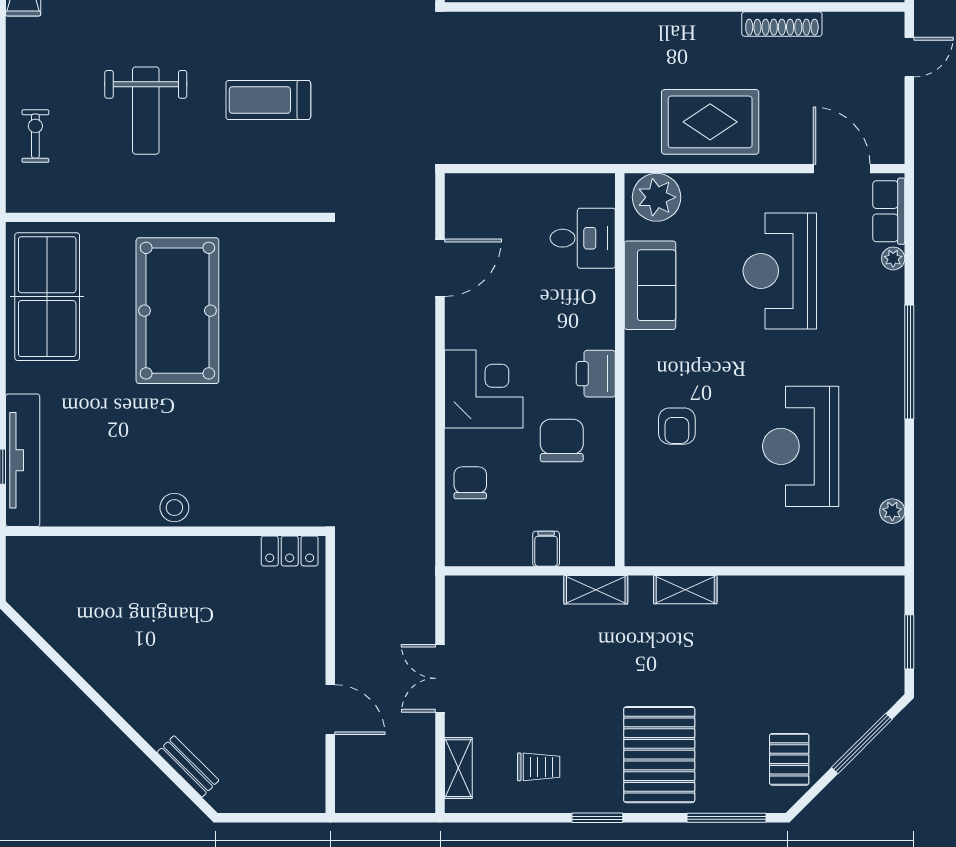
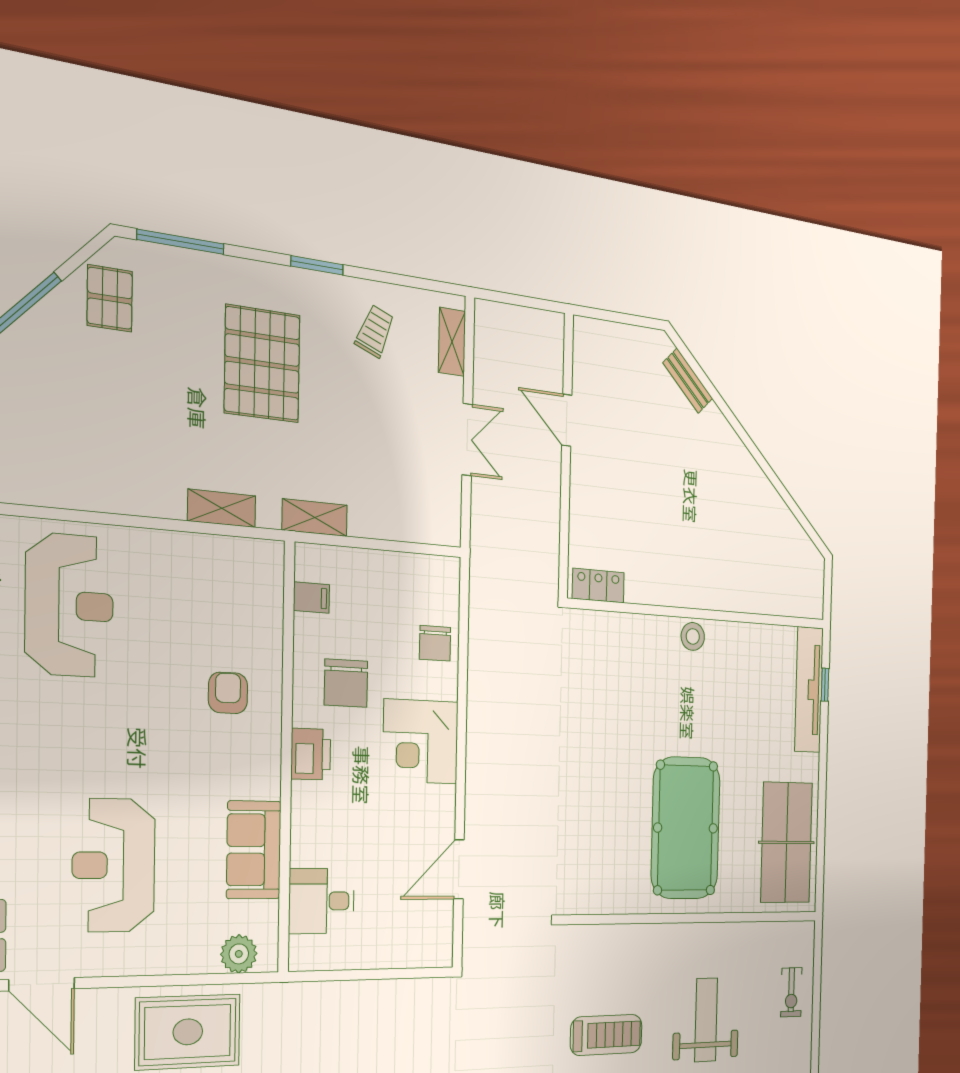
plant: (657, 197) -> (239, 954), width x0.73, depth x0.73
reception desk: (780, 271) -> (114, 865), turned 180
reception desk: (801, 446) -> (69, 605), moved
filing cabinet: (546, 549) -> (311, 598), moved, turned -90
pallet: (659, 755) -> (262, 364), moved
trolley: (539, 767) -> (375, 331), turned 112

